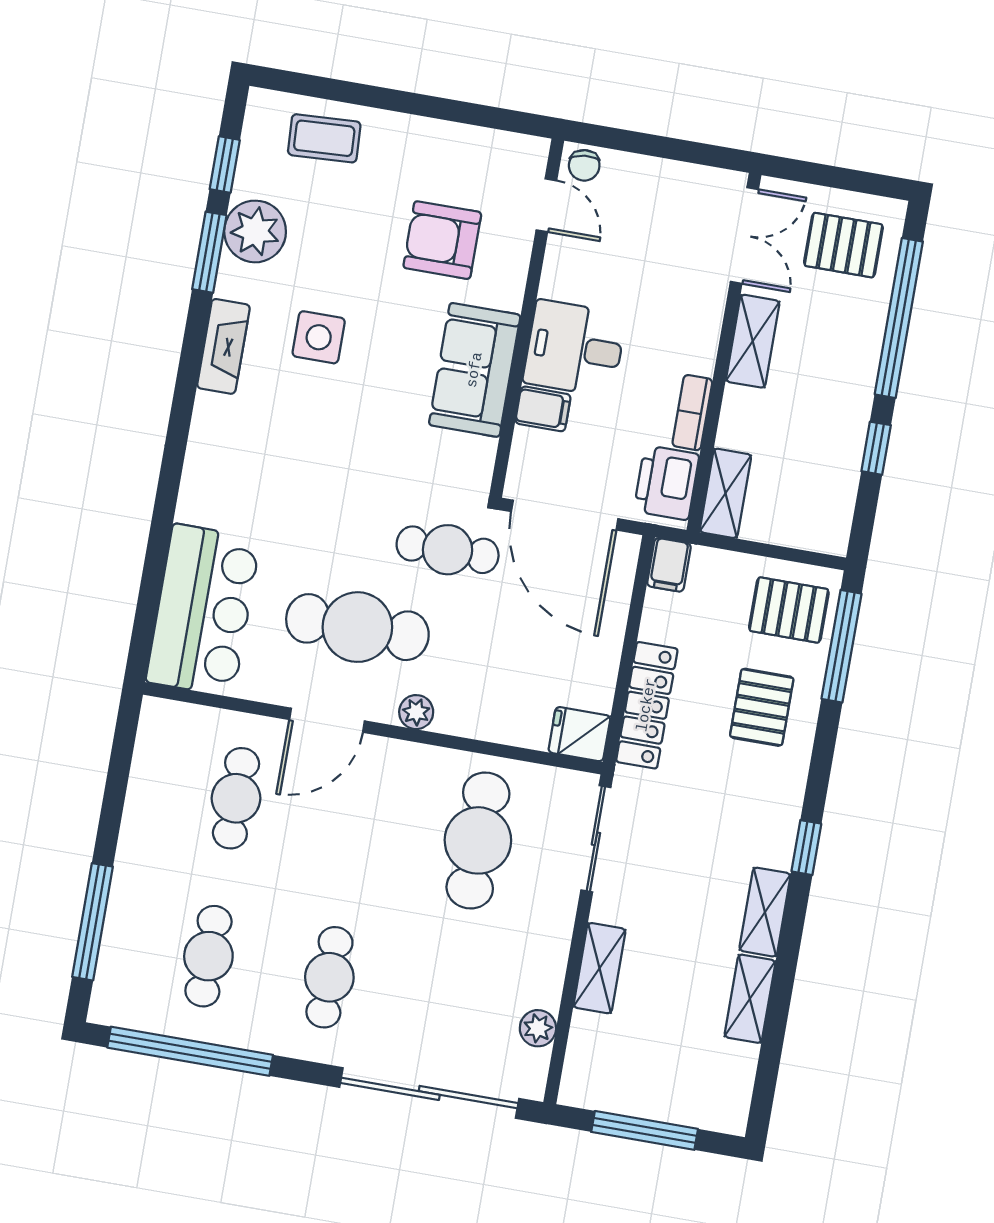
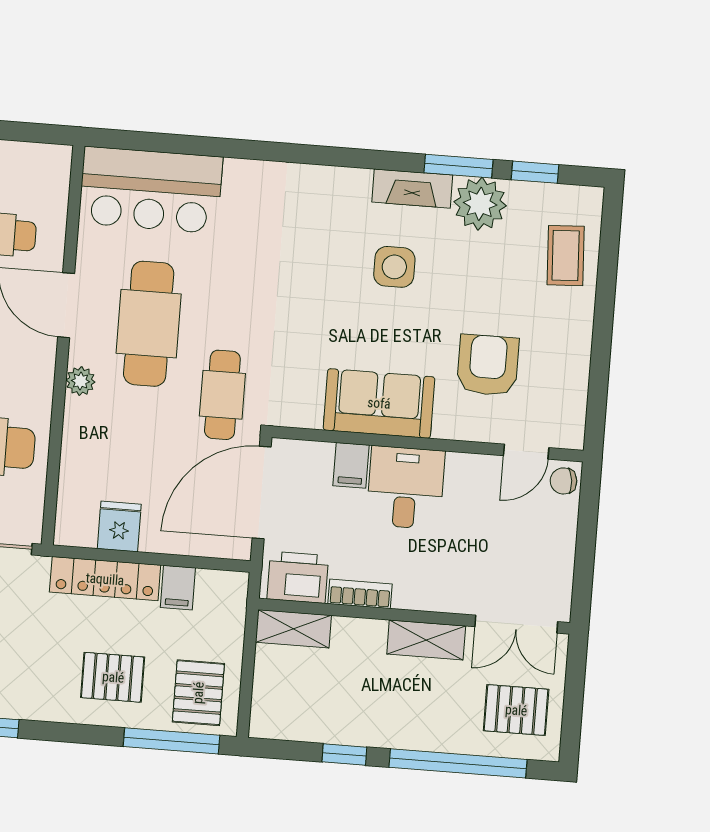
pallet: (843, 245) -> (516, 710), turned 90
fireplace: (223, 346) -> (412, 189), moved
filing cabinet: (669, 565) -> (178, 588), moved, turned -90
fridge: (579, 734) -> (119, 526), moved

